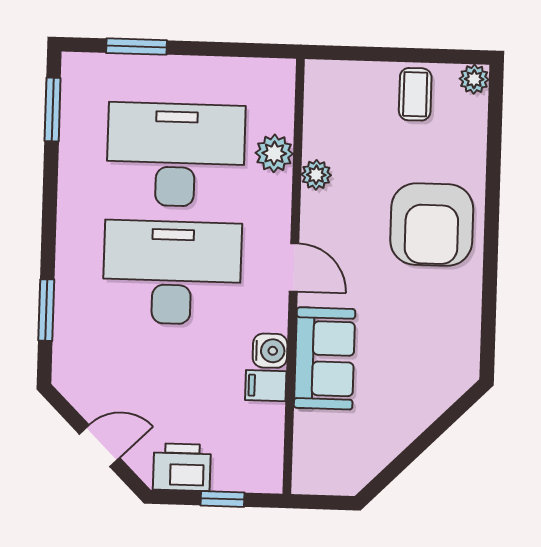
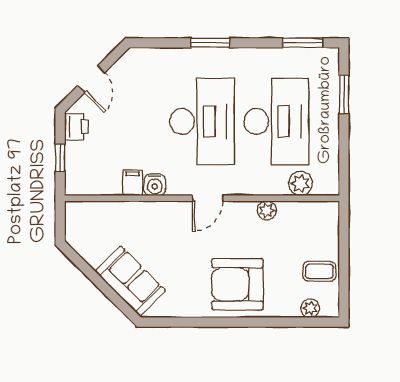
plant: (474, 79) -> (310, 308), moved
plant: (274, 153) -> (301, 184), moved
window: (46, 310) -> (210, 43), moved
sofa: (325, 358) -> (130, 281), moved, turned -135
printer: (182, 467) -> (77, 127), width x0.73, depth x0.81

